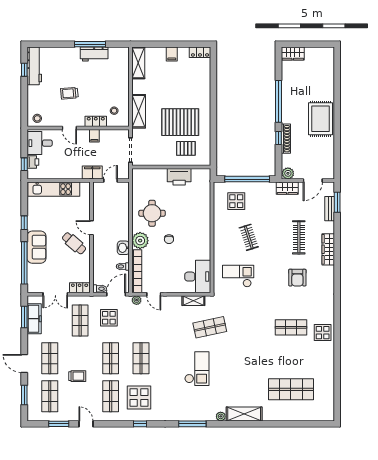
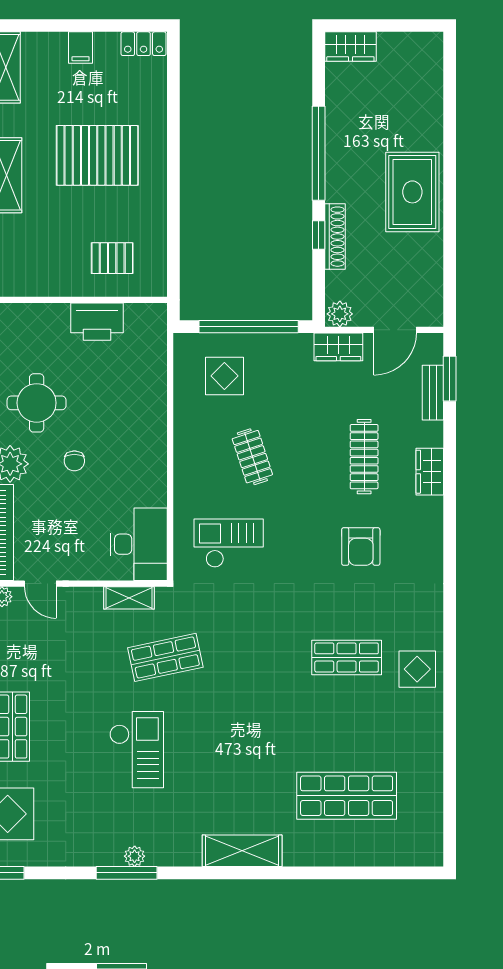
pallet: (180, 122) -> (97, 155), moved
wardrobe: (328, 249) -> (430, 472), width x0.67
plant: (221, 416) -> (135, 856), moved

